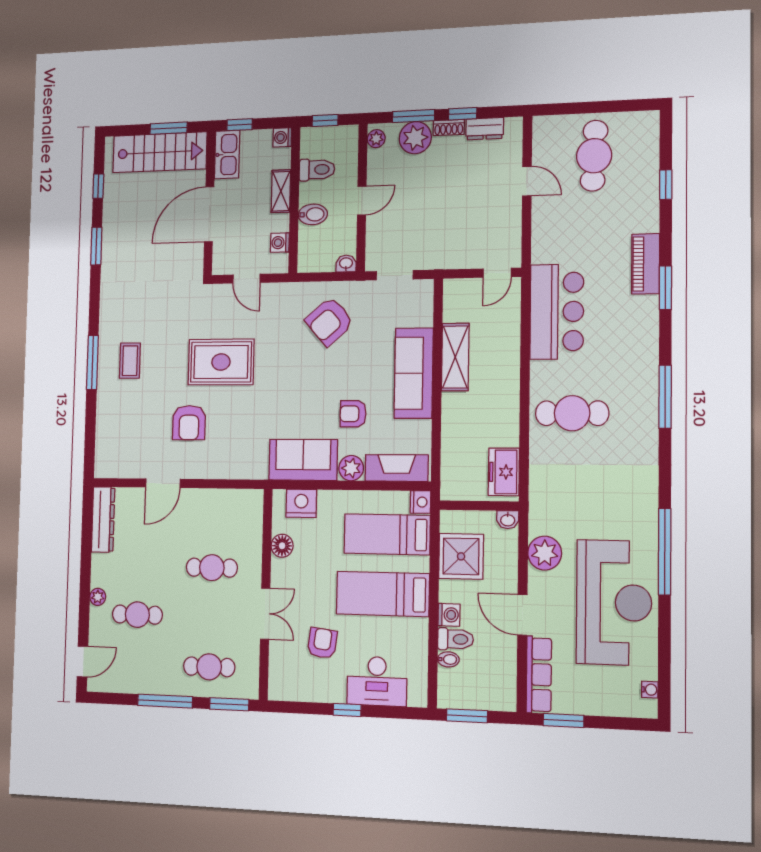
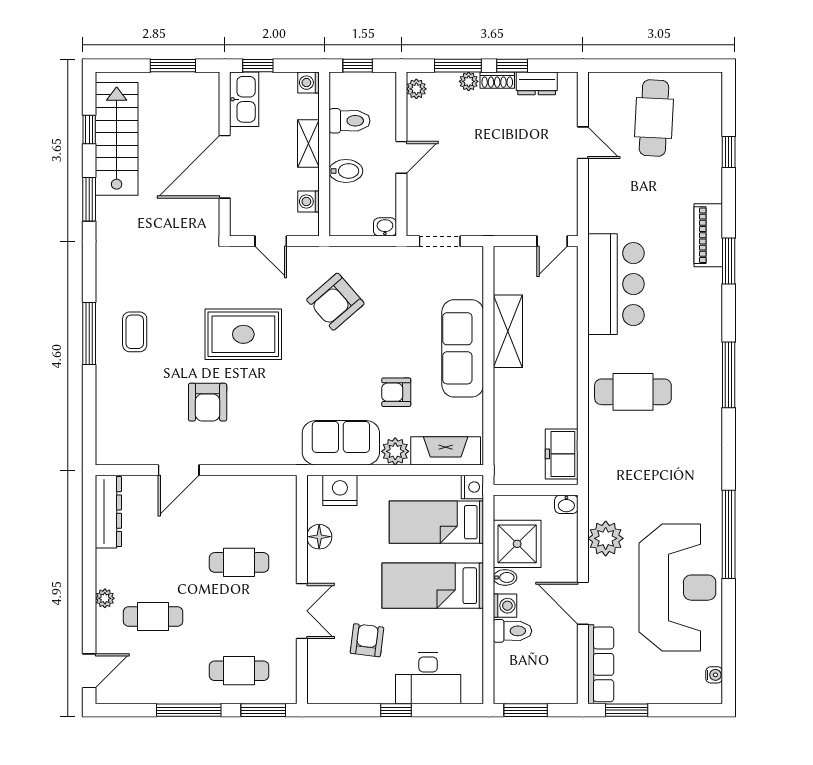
plant: (415, 138) -> (469, 81), width x0.53, depth x0.53
stairs: (160, 152) -> (117, 139), moved, turned -90
armchair: (329, 321) -> (335, 302), moved
bidet: (448, 659) -> (505, 577), moved

